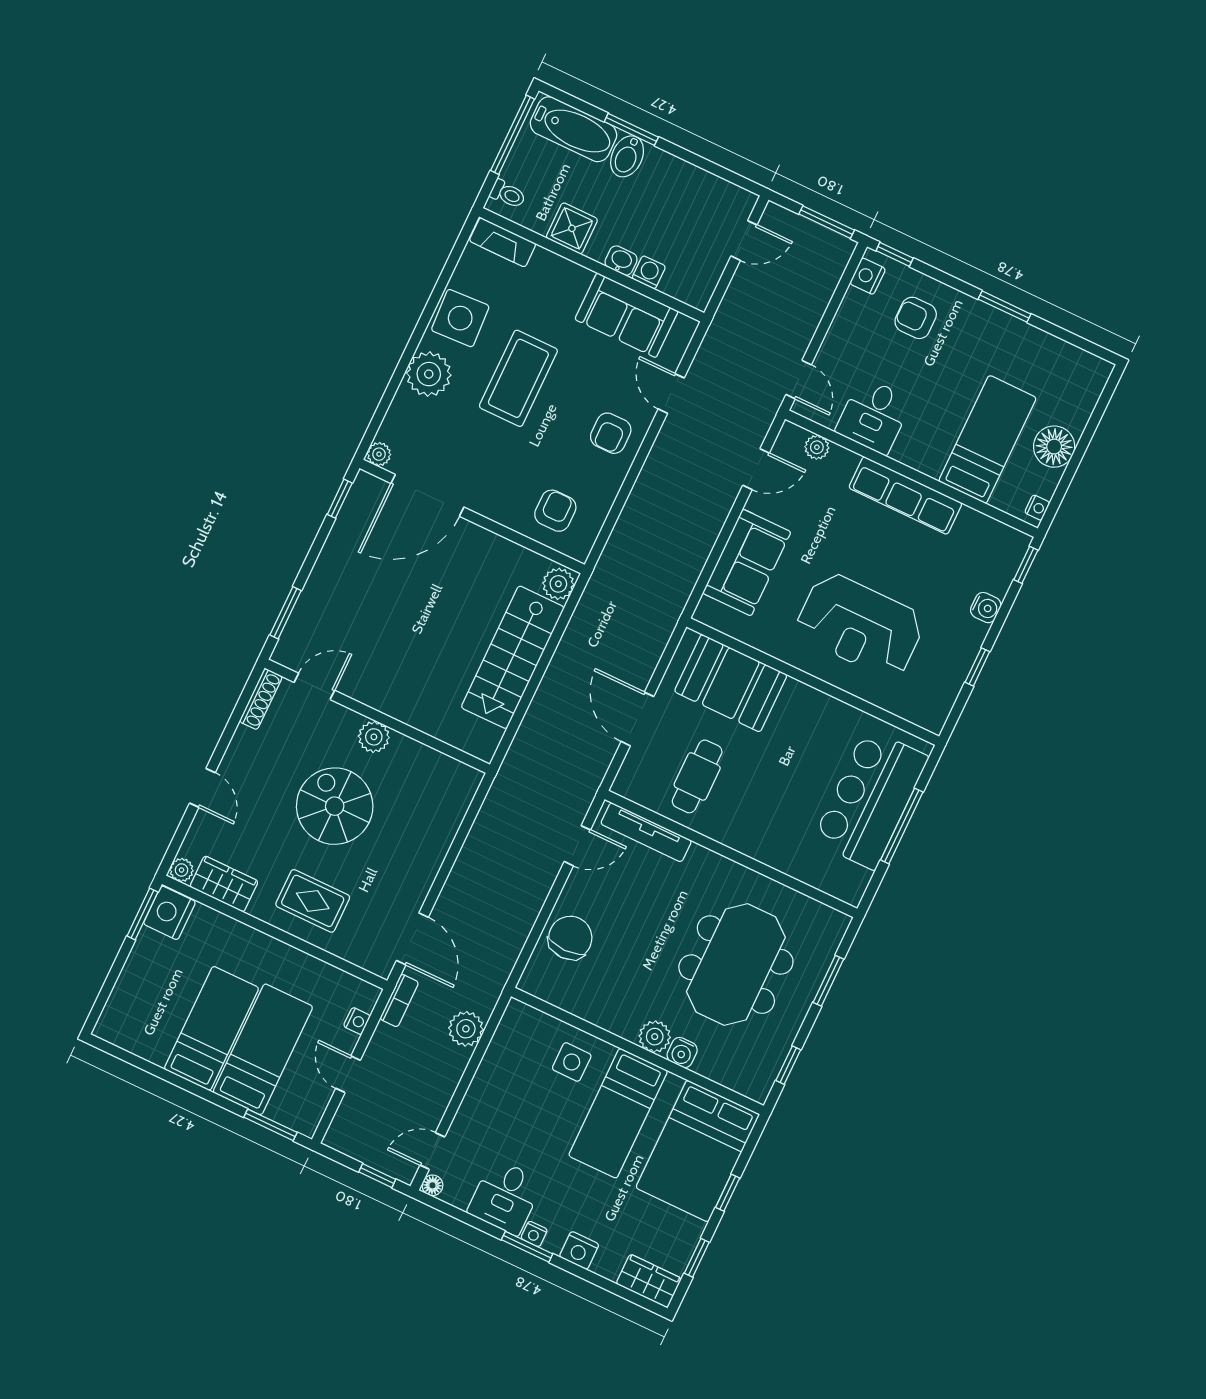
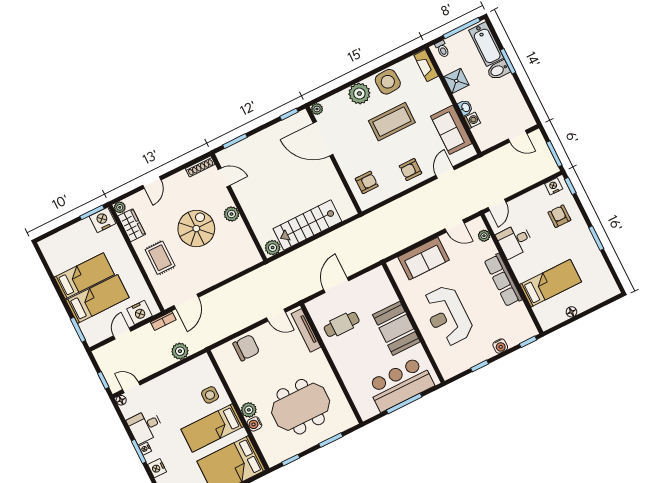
floor lamp: (1054, 447) -> (571, 312), width x0.53, depth x0.53
nightstand: (1037, 508) -> (549, 324), removed
plant: (558, 584) -> (273, 248), moved
booth: (731, 683) -> (396, 328), moved
nightstand: (357, 1021) -> (139, 313), width x1.89, depth x1.79

